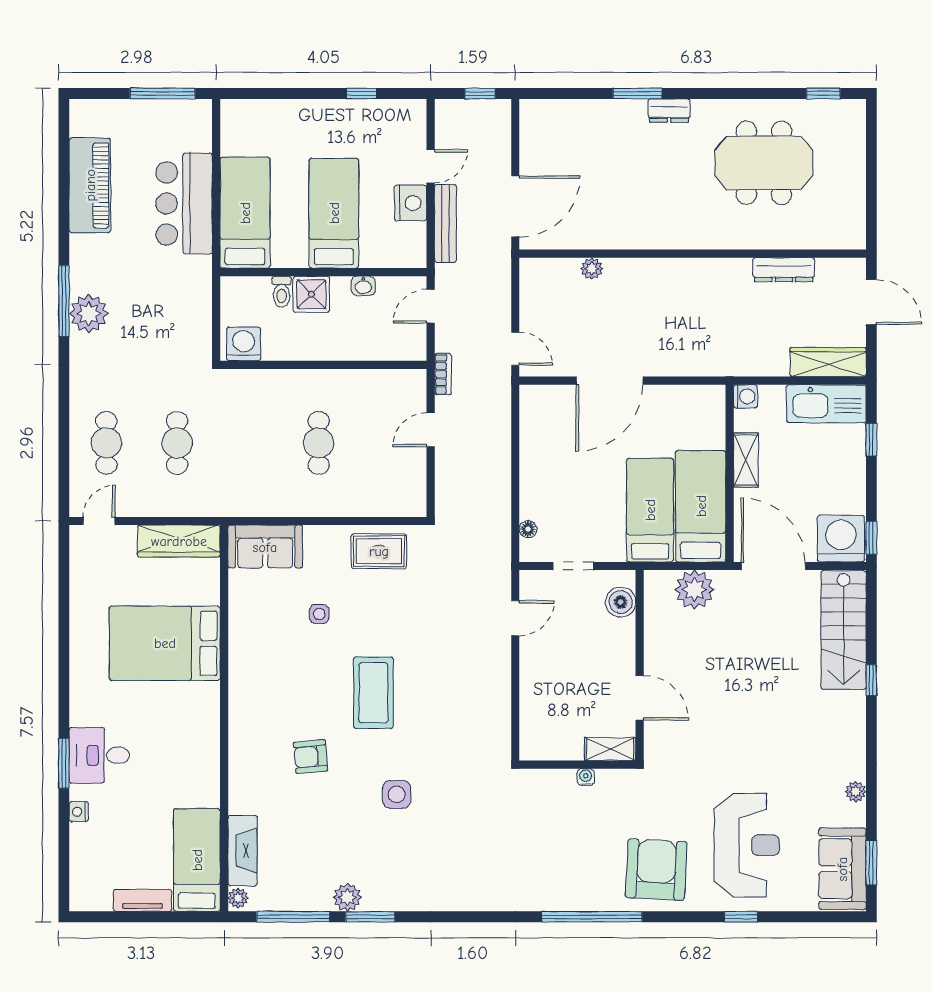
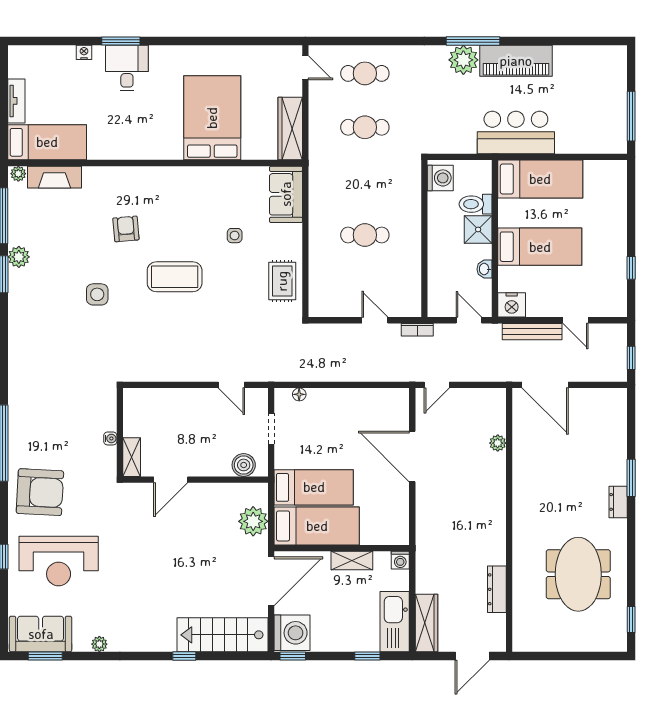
piano: (90, 185) -> (516, 61), moved
bar counter: (184, 203) -> (516, 133), moved
nightstand: (410, 203) -> (512, 305), moved
toilet: (282, 292) -> (476, 204), width x1.37, depth x1.39

